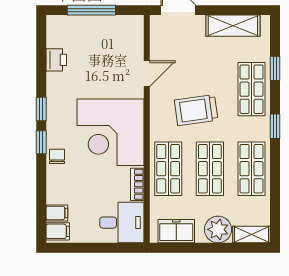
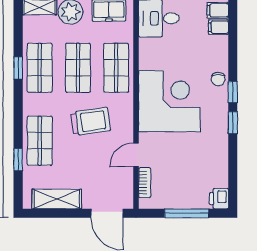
printer: (56, 60) -> (219, 199), moved
window: (275, 126) -> (18, 68), moved
bookcase: (137, 184) -> (145, 183), moved

